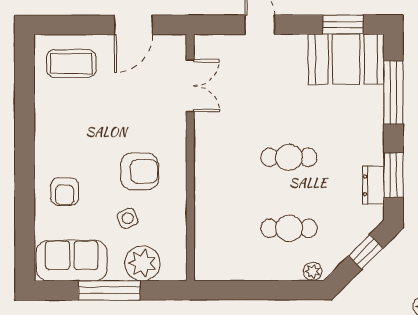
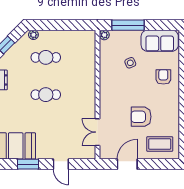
window: (343, 24) -> (28, 164), moved
armchair: (139, 171) -> (141, 117), moved
plant: (142, 263) -> (104, 35), moved, width x0.53, depth x0.53
window: (109, 290) -> (128, 25), moved

